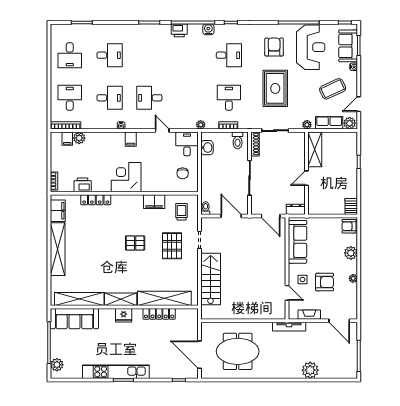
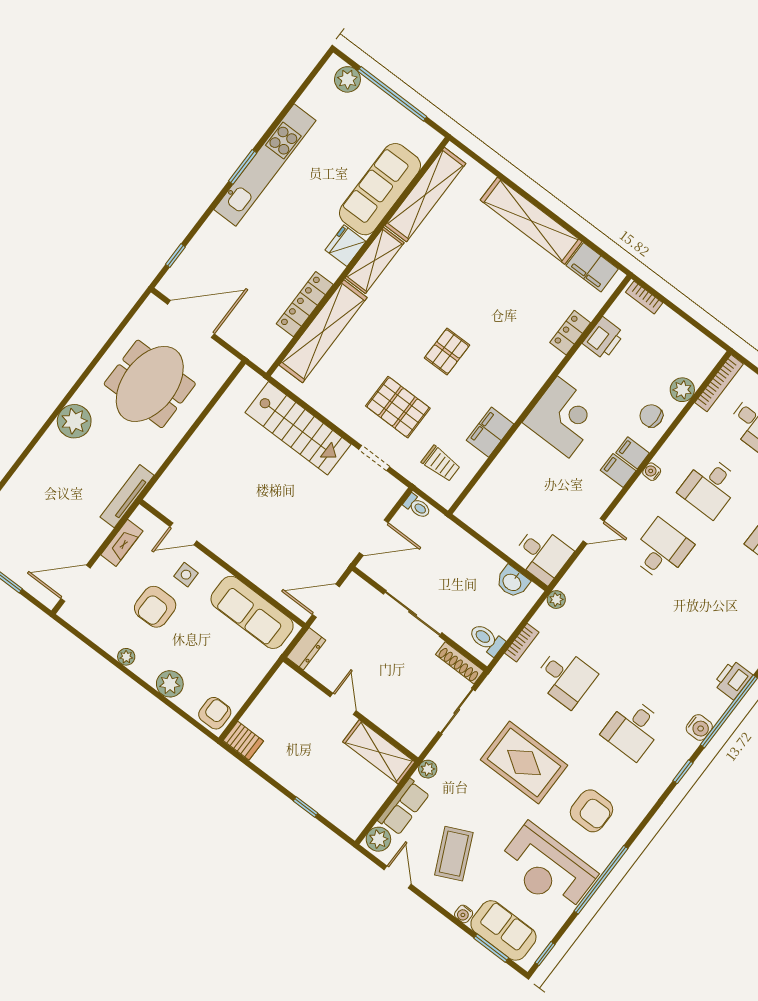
filing cabinet: (67, 139) -> (632, 453), moved
chair: (183, 173) -> (651, 416), moved
locker: (96, 200) -> (570, 333), width x0.66
sofa: (74, 319) -> (380, 189), moved
plant: (310, 370) -> (74, 421), moved

